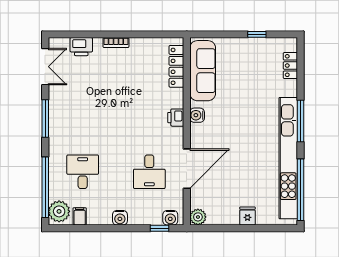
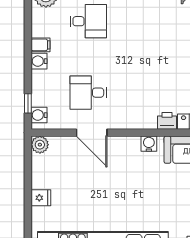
printer: (176, 118) -> (167, 121), moved
door: (187, 169) -> (92, 133), width x0.73
filing cabinet: (80, 216) -> (41, 45), moved

